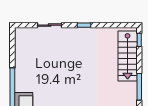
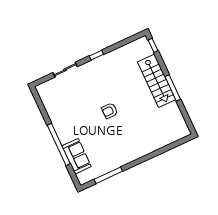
stairs: (128, 56) -> (157, 81), moved
armchair: (73, 81) -> (110, 111), added

